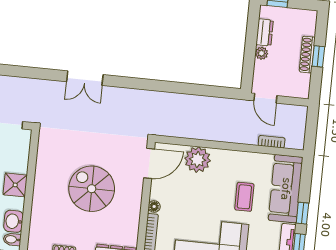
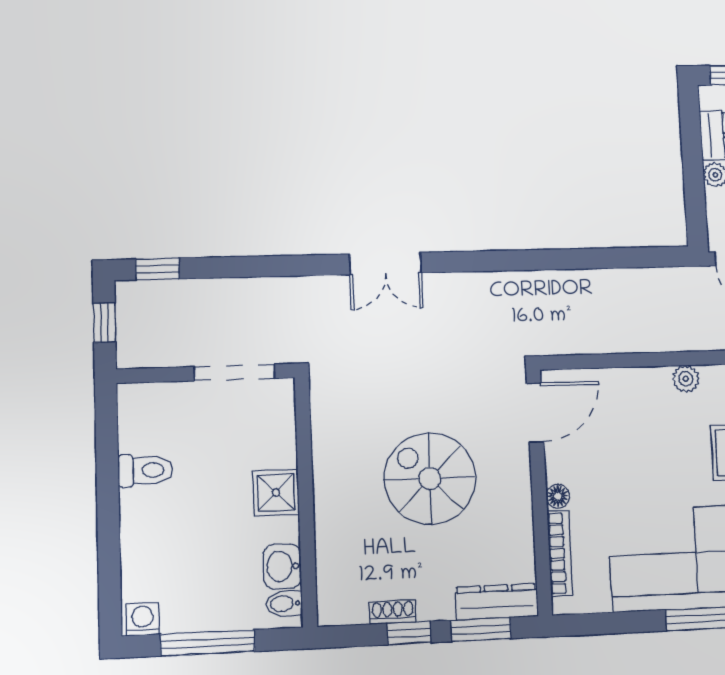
plant: (198, 160) -> (686, 379), moved, width x0.53, depth x0.53

